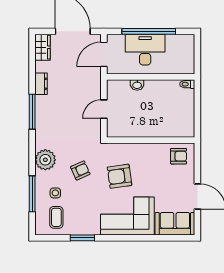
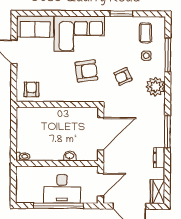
door: (104, 109) -> (101, 134), width x1.87
armchair: (179, 156) -> (31, 89), turned 90

